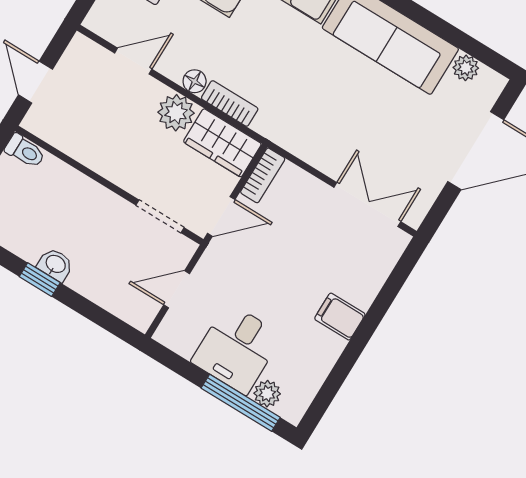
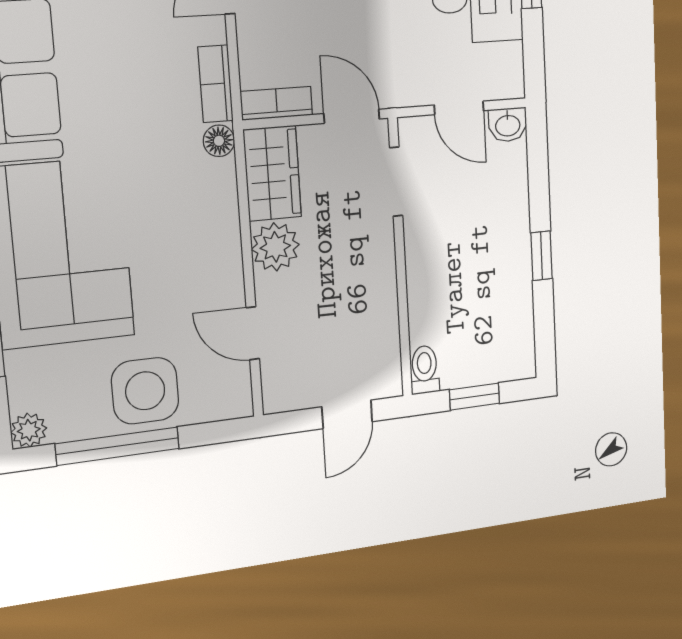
floor lamp: (195, 81) -> (219, 141), moved
bookcase: (230, 103) -> (216, 84), moved
washbasin: (55, 265) -> (508, 125), moved, turned -90

